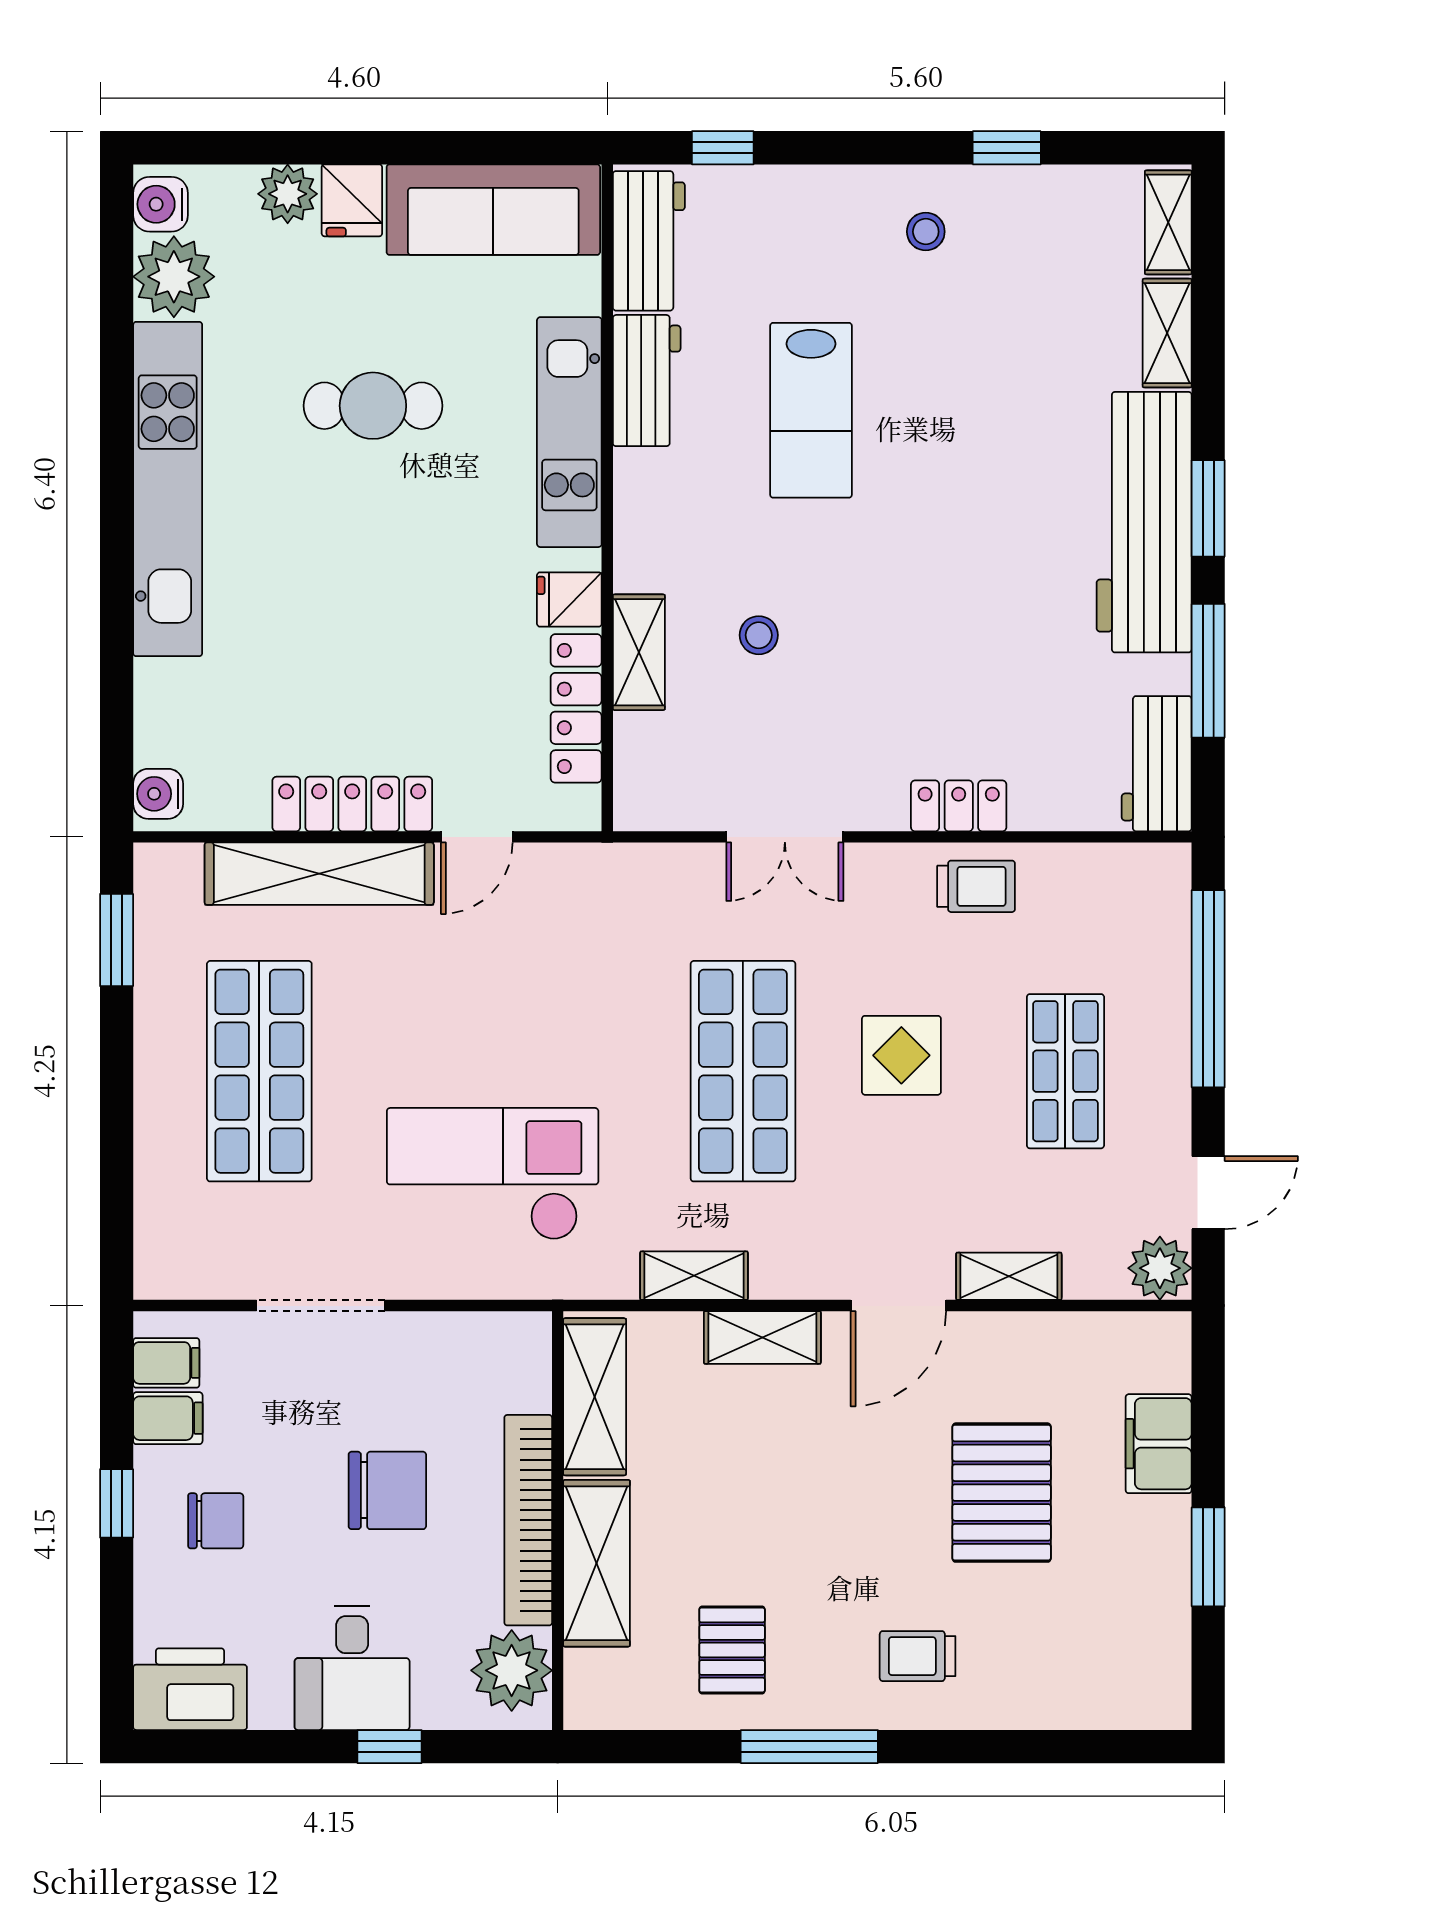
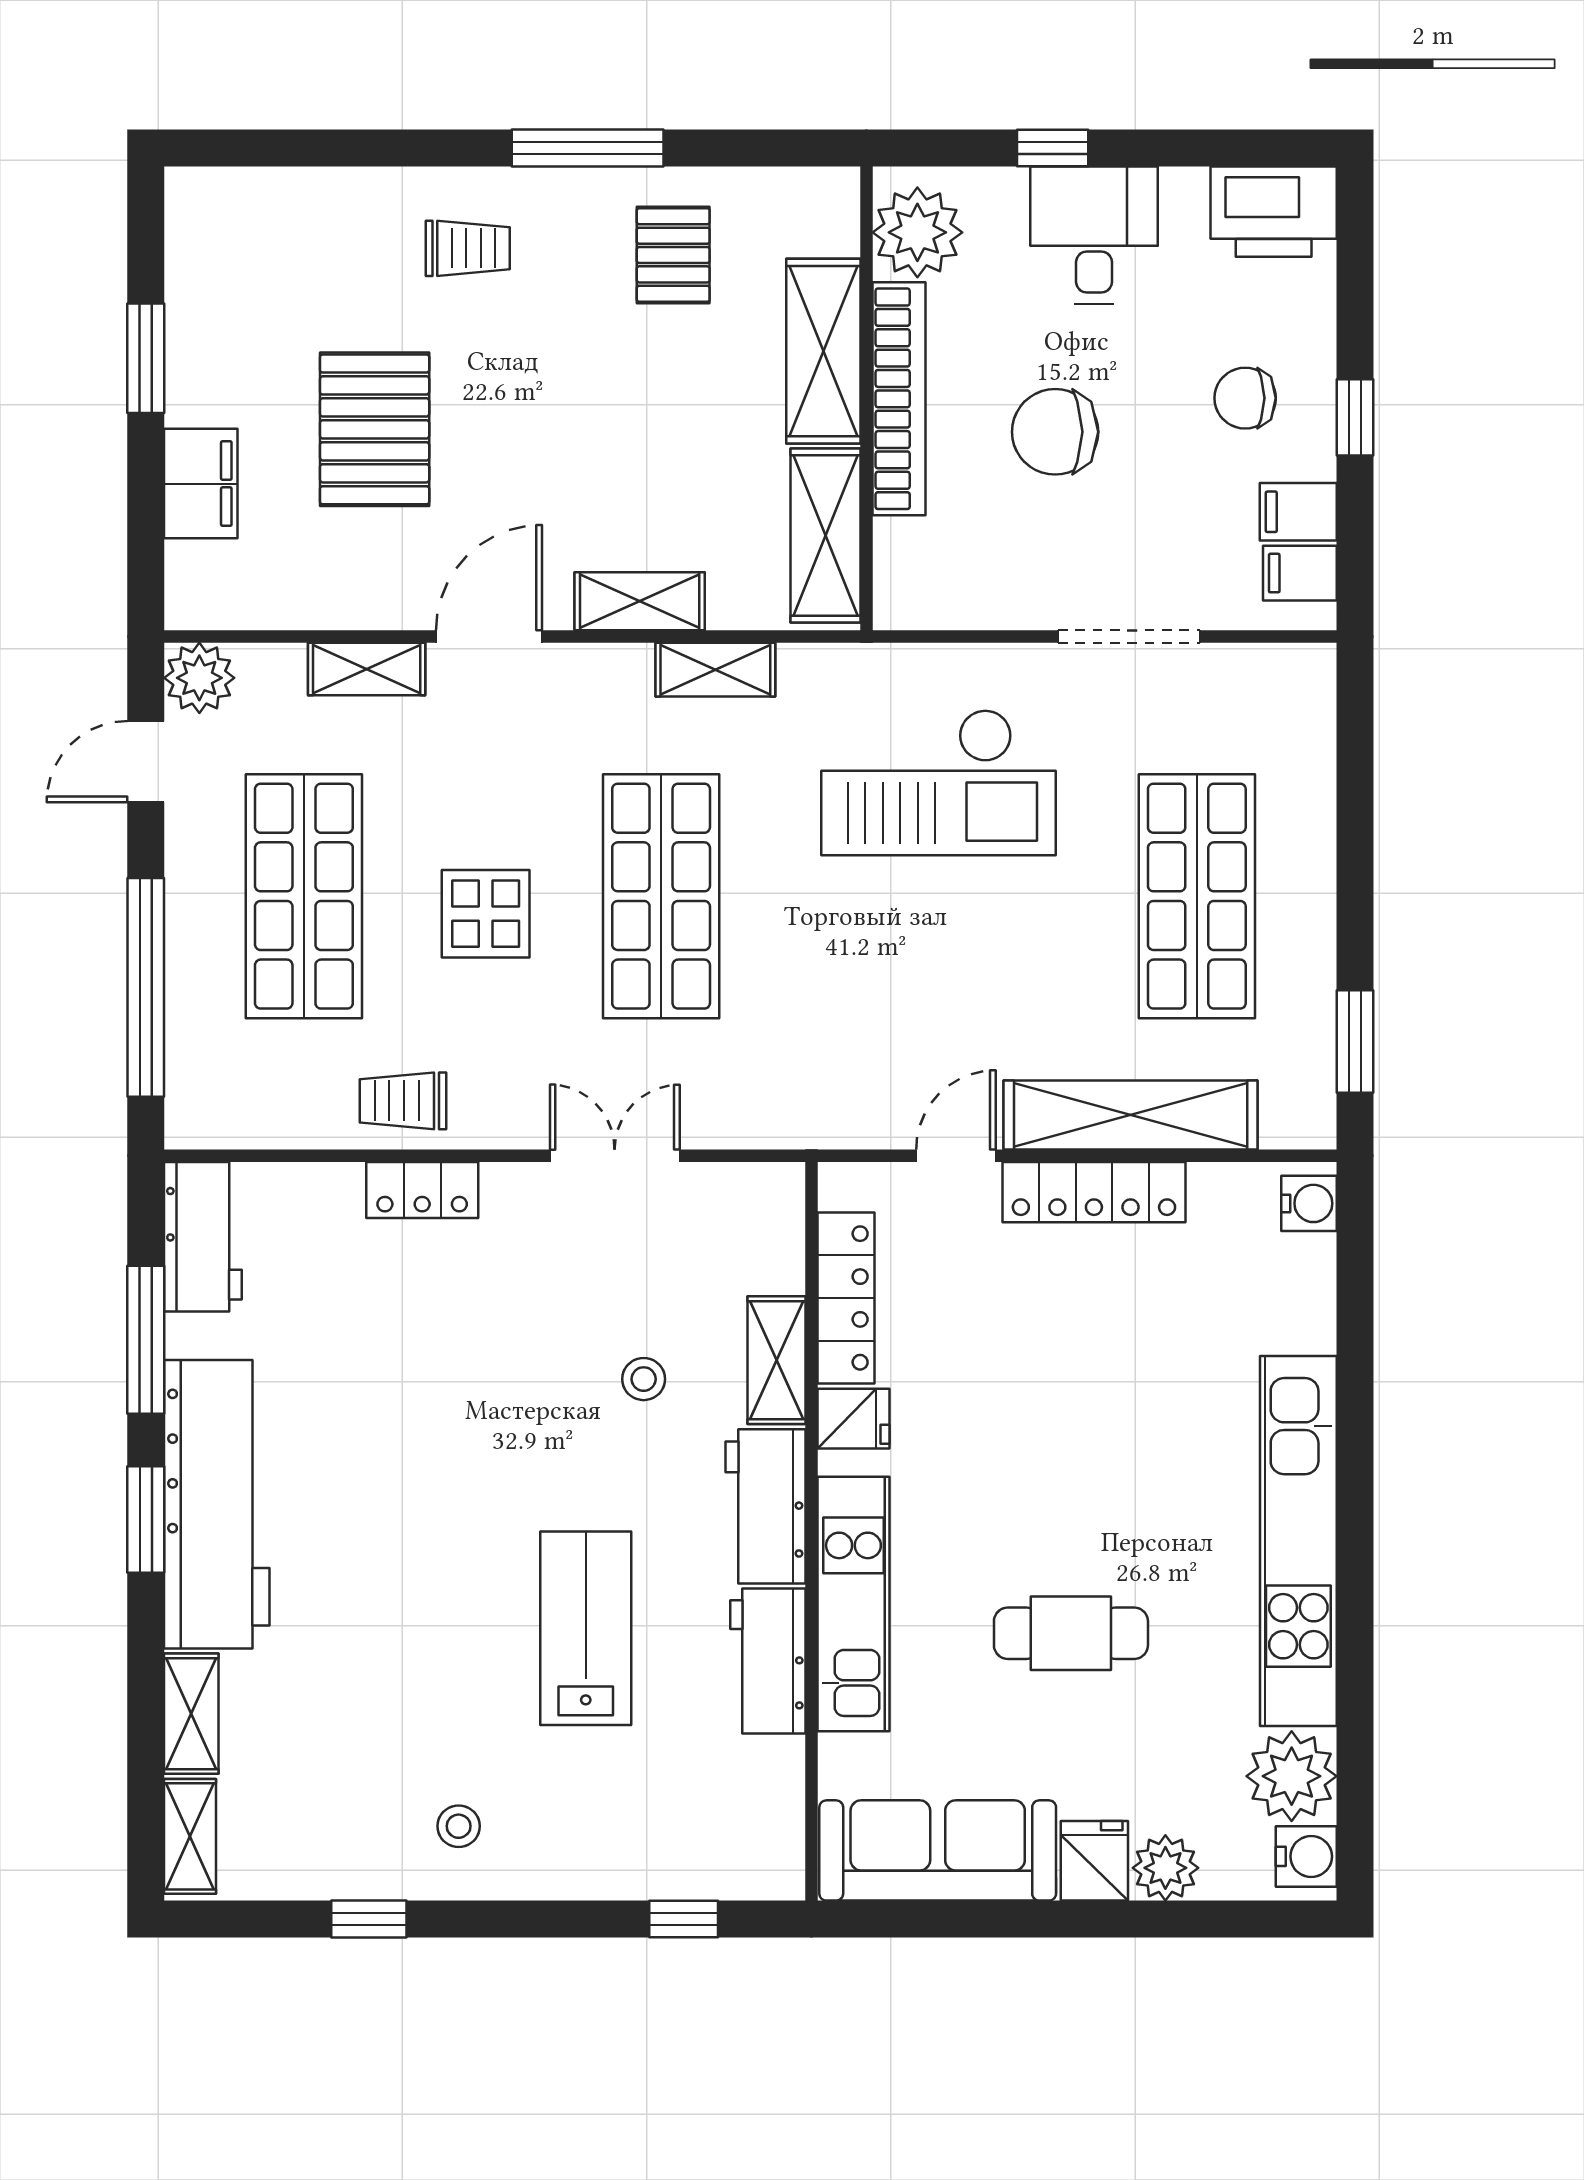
workbench: (649, 241) -> (765, 1506), moved
shop shelf: (1065, 1071) -> (304, 896), width x1.43, depth x1.36

